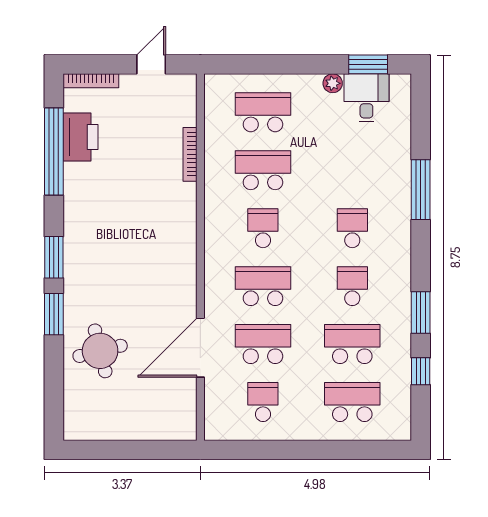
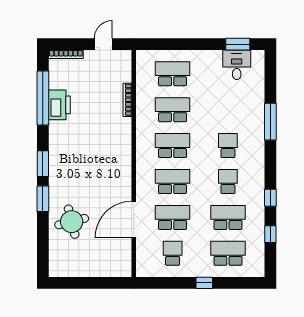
plant: (333, 83) -> (216, 56), removed
printer: (80, 137) -> (59, 105), moved
school desk: (263, 228) -> (173, 146), width x1.85
window: (421, 312) -> (270, 198), width x0.67
window: (314, 450) -> (204, 283), added

